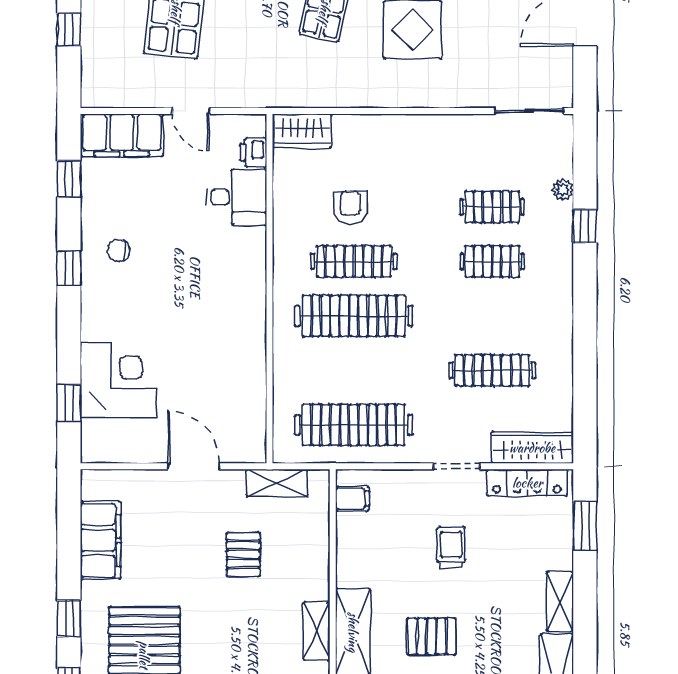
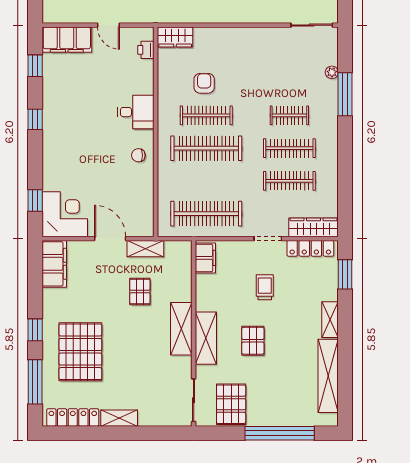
desk: (236, 197) -> (136, 112), moved
clothes rail: (492, 207) -> (289, 148), moved, width x1.36
window: (585, 226) -> (345, 94), width x2.17
chair: (119, 251) -> (138, 155), moved
corner desk: (118, 380) -> (65, 214), moved
shelving: (277, 483) -> (145, 249), moved
filing cabinet: (352, 499) -> (205, 258), width x2.00
filing cabinet: (101, 540) -> (54, 264), moved
shelving: (317, 631) -> (181, 329), width x1.50, depth x1.33
pallet: (431, 636) -> (253, 341), turned 90

